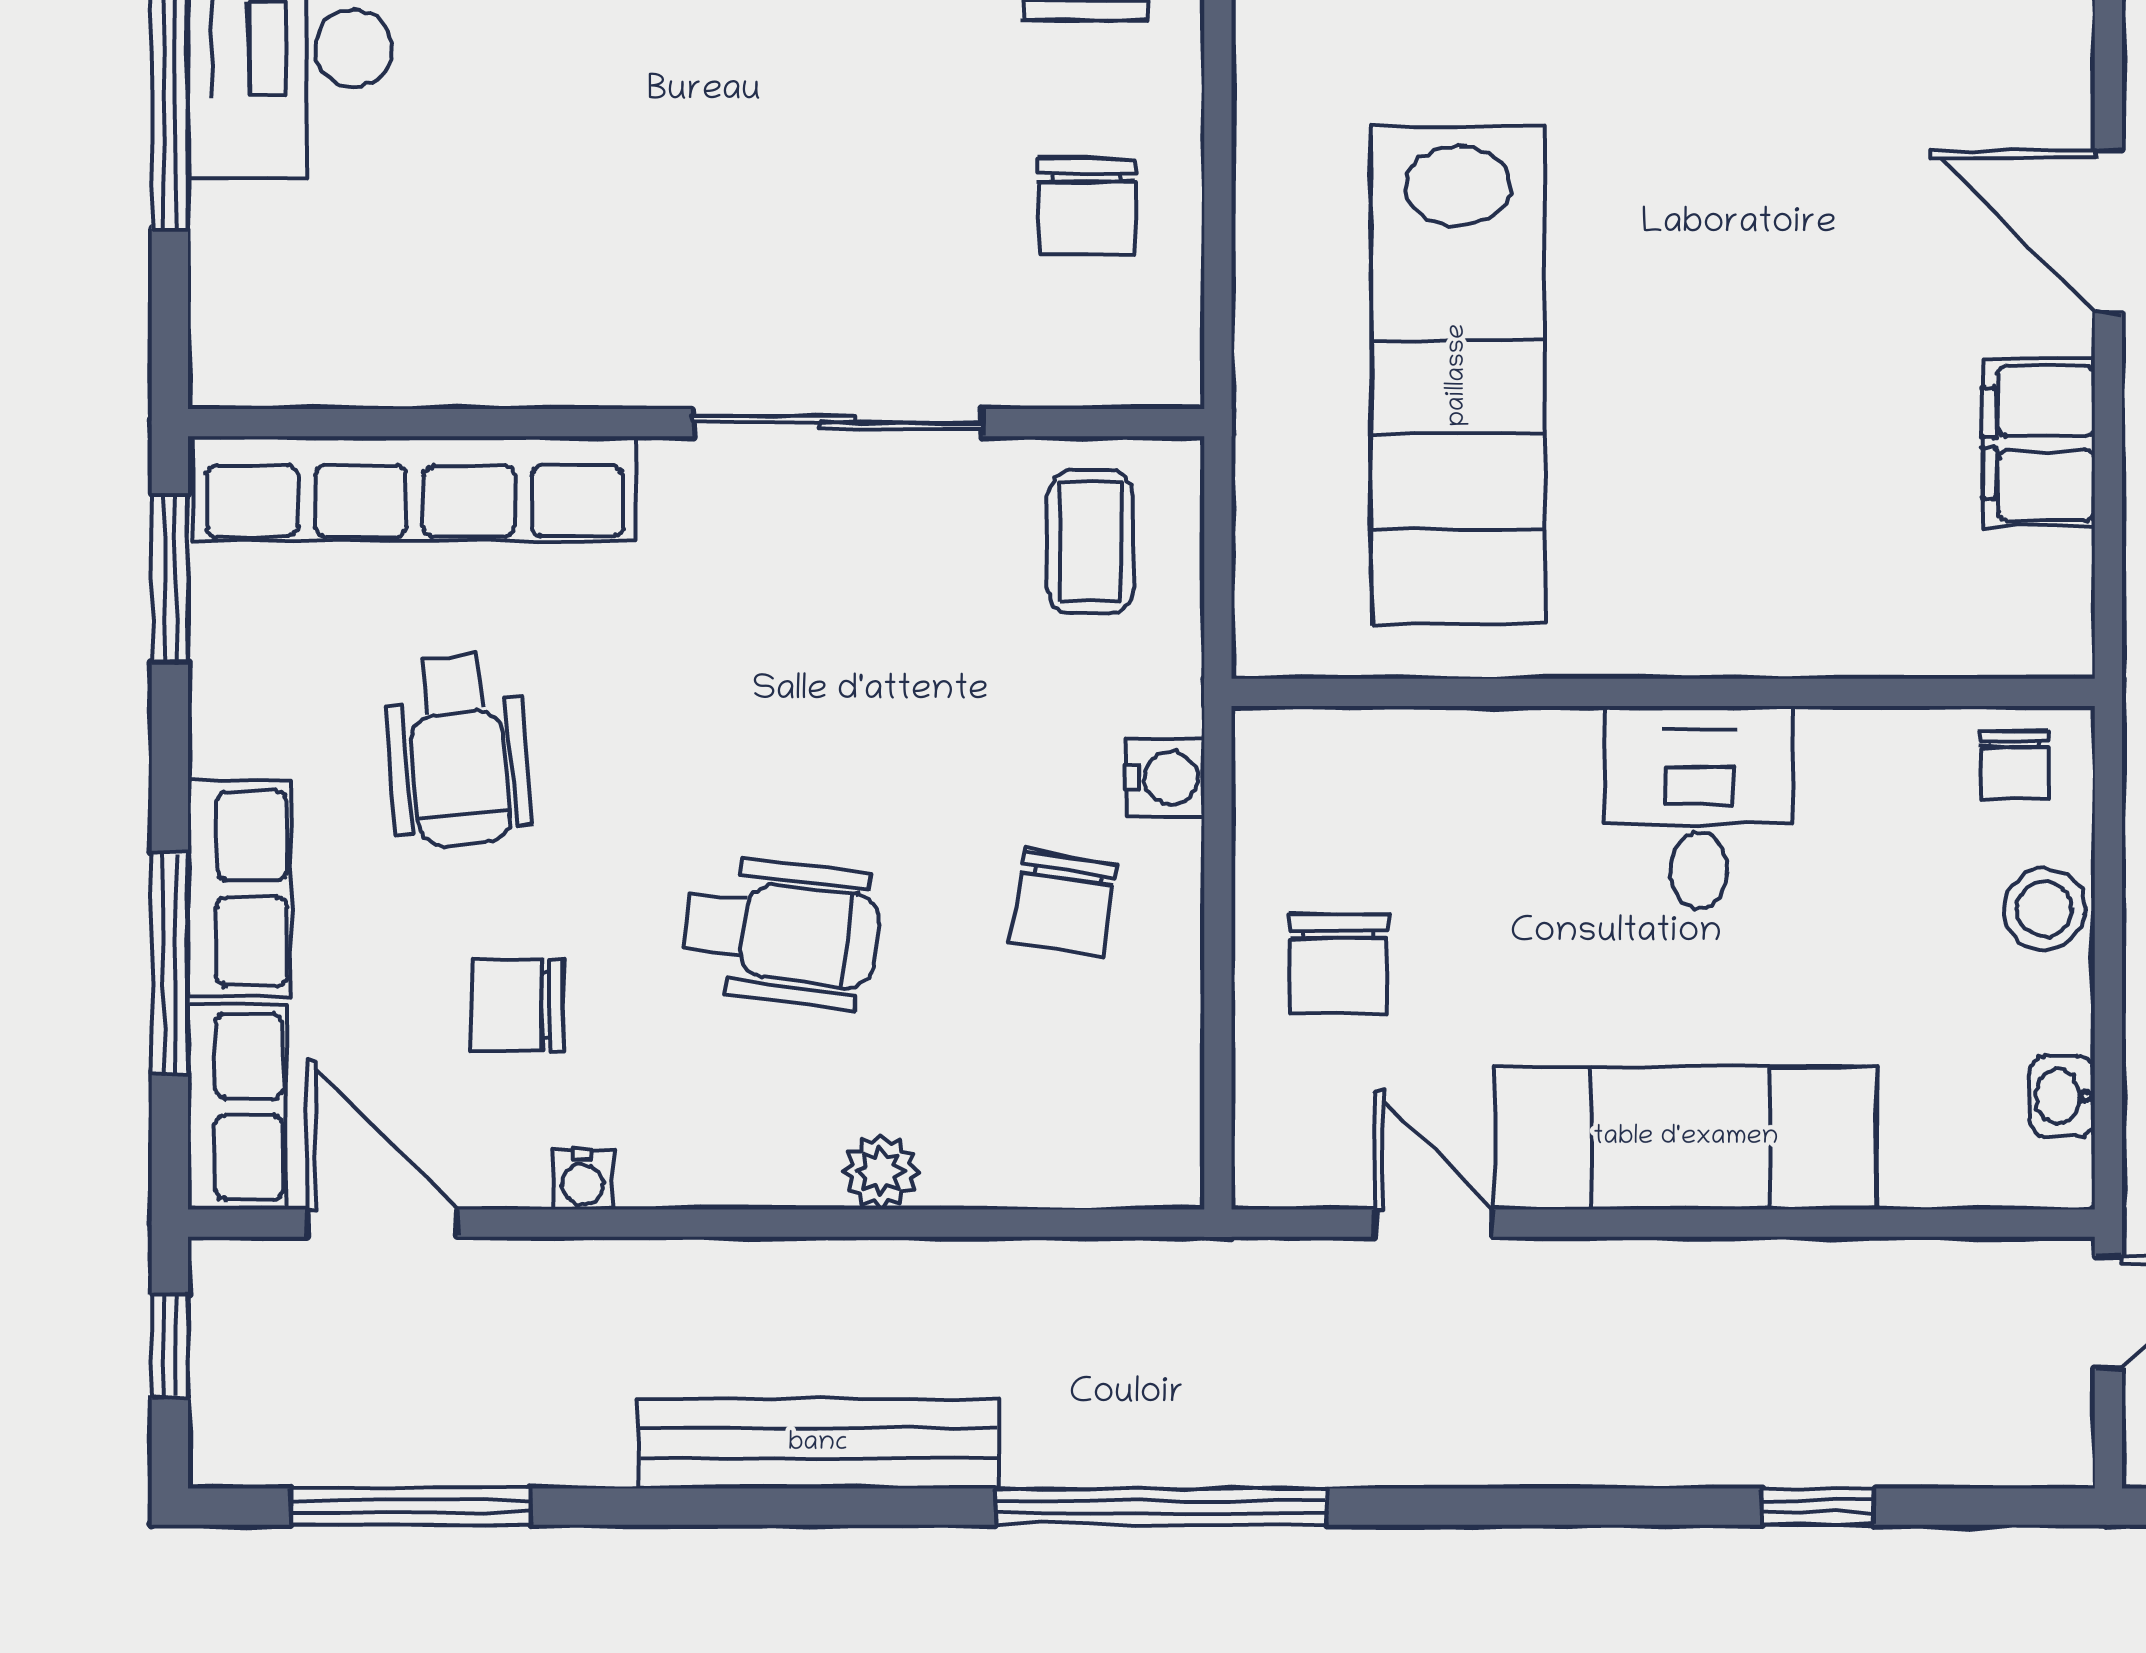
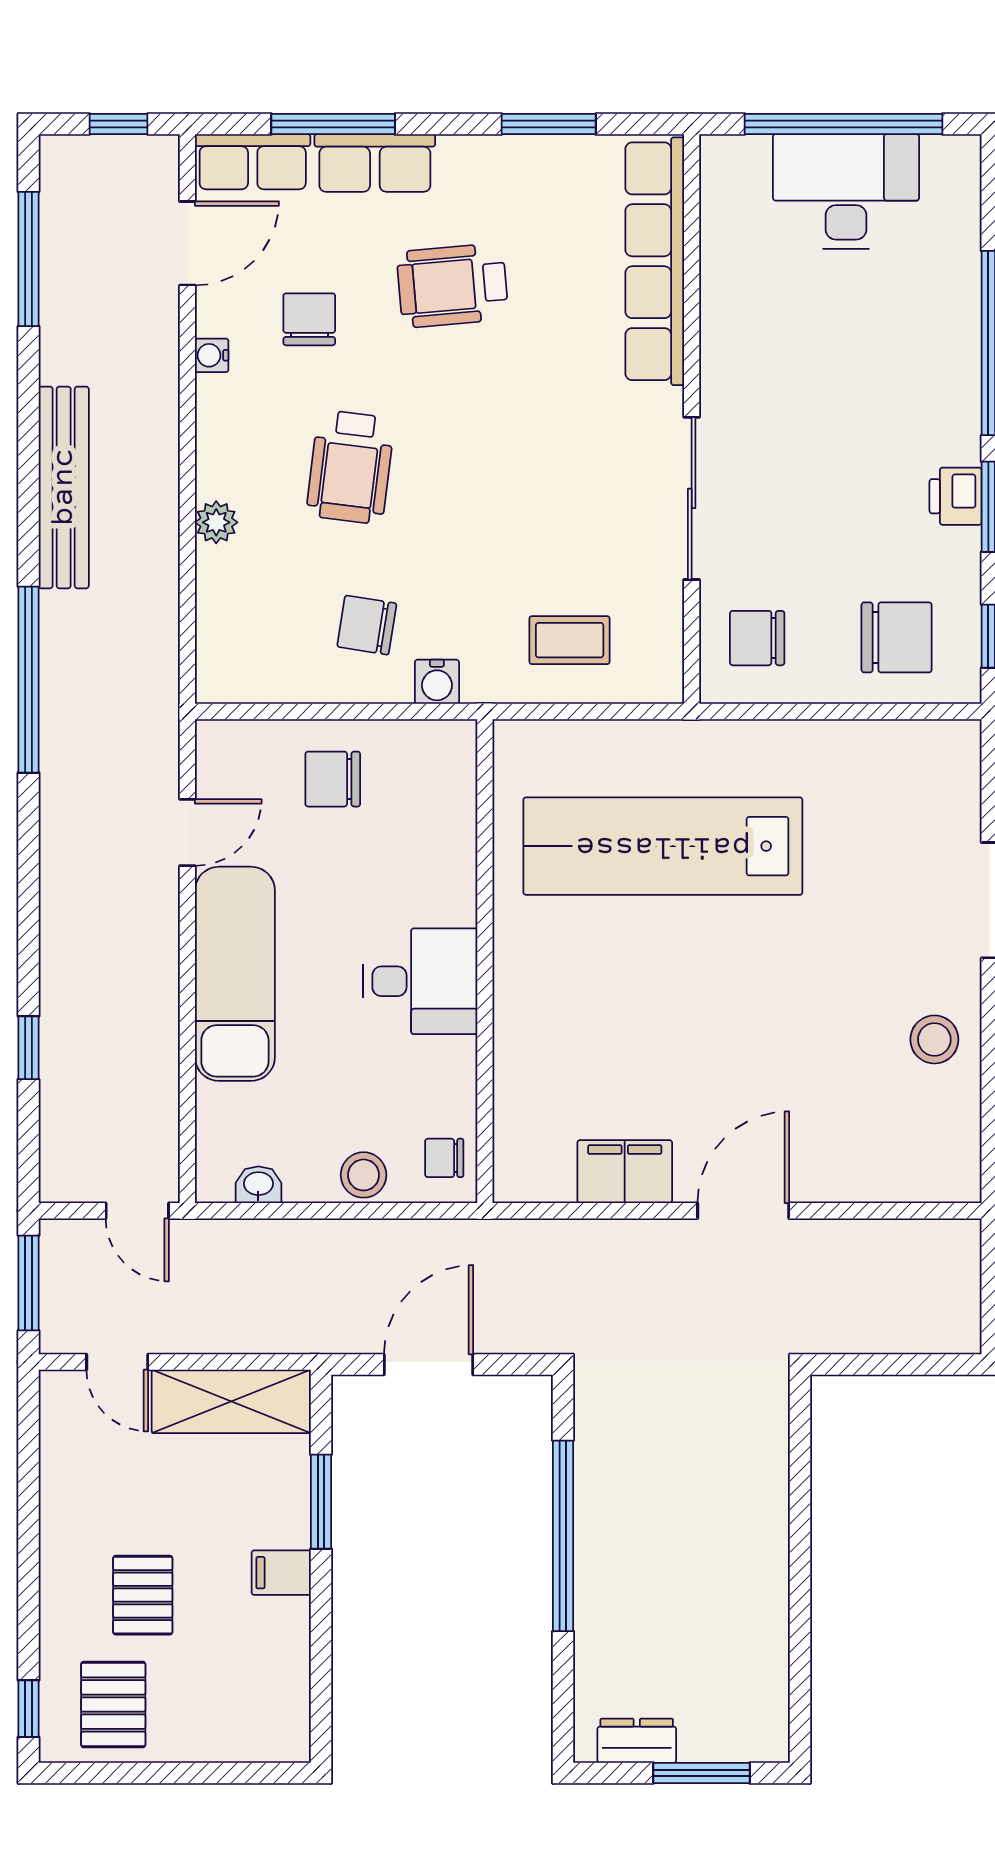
wall: (696, 423) -> (692, 419), moved
sliding door: (838, 423) -> (692, 498), moved
row of seats: (415, 488) -> (655, 261), moved

